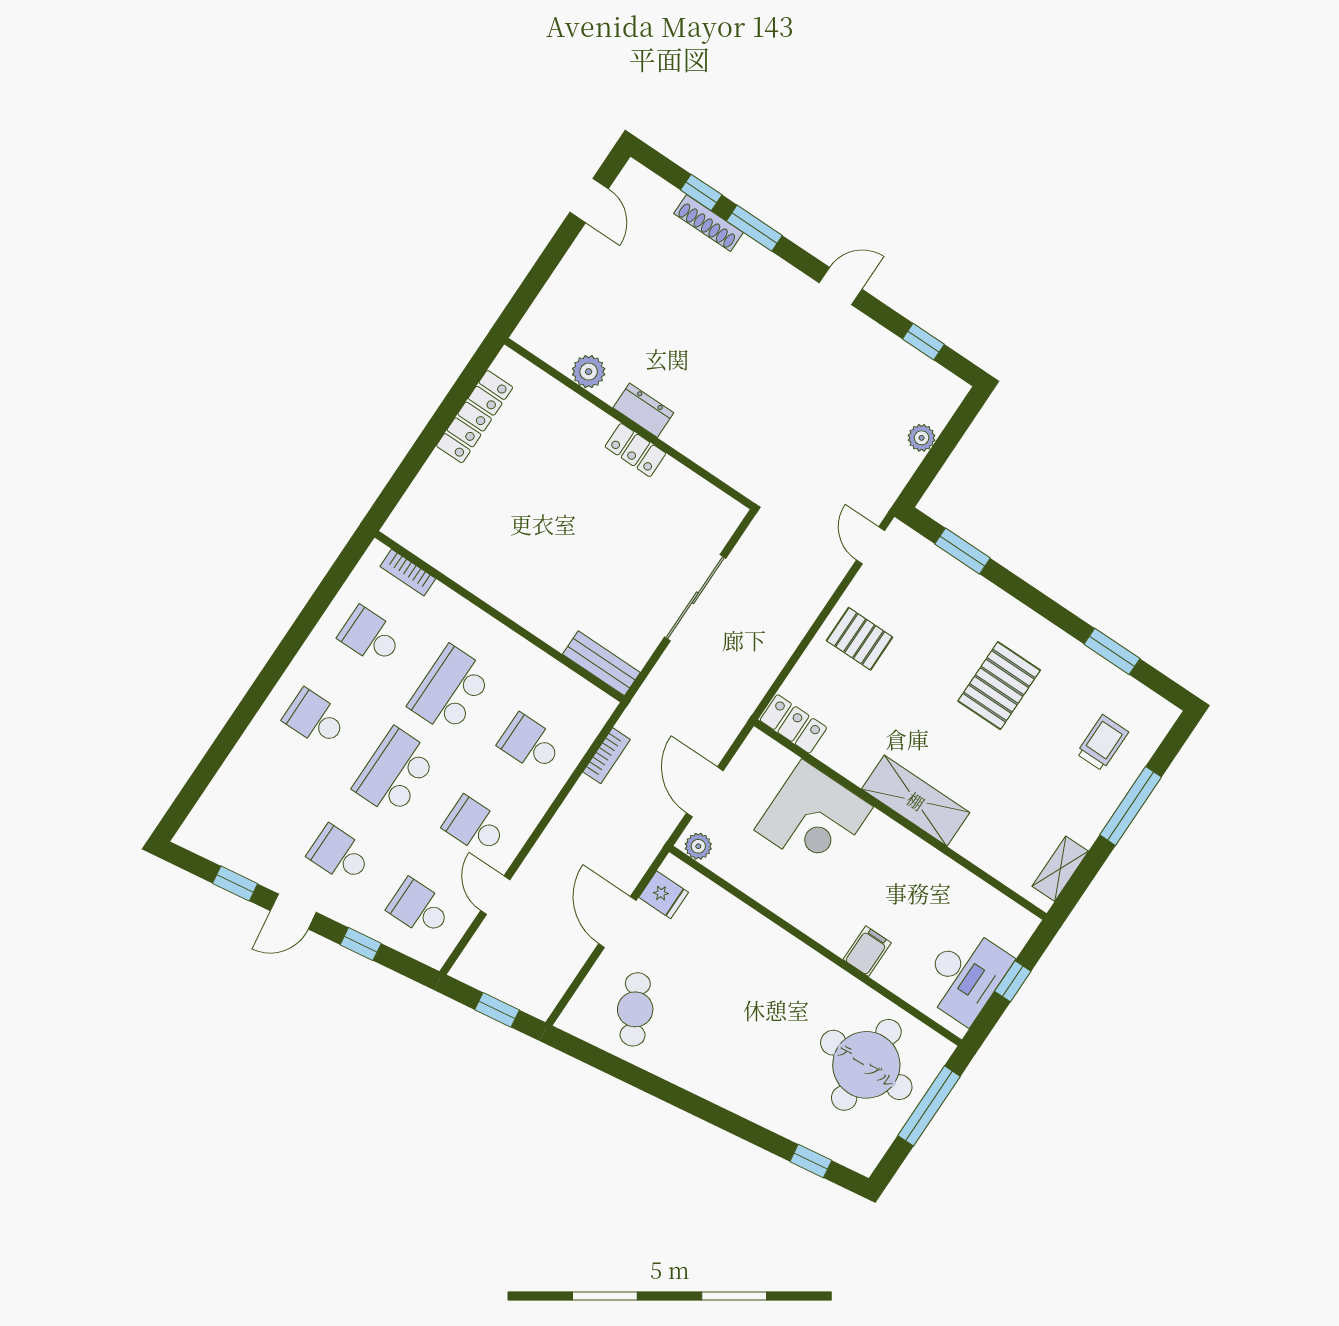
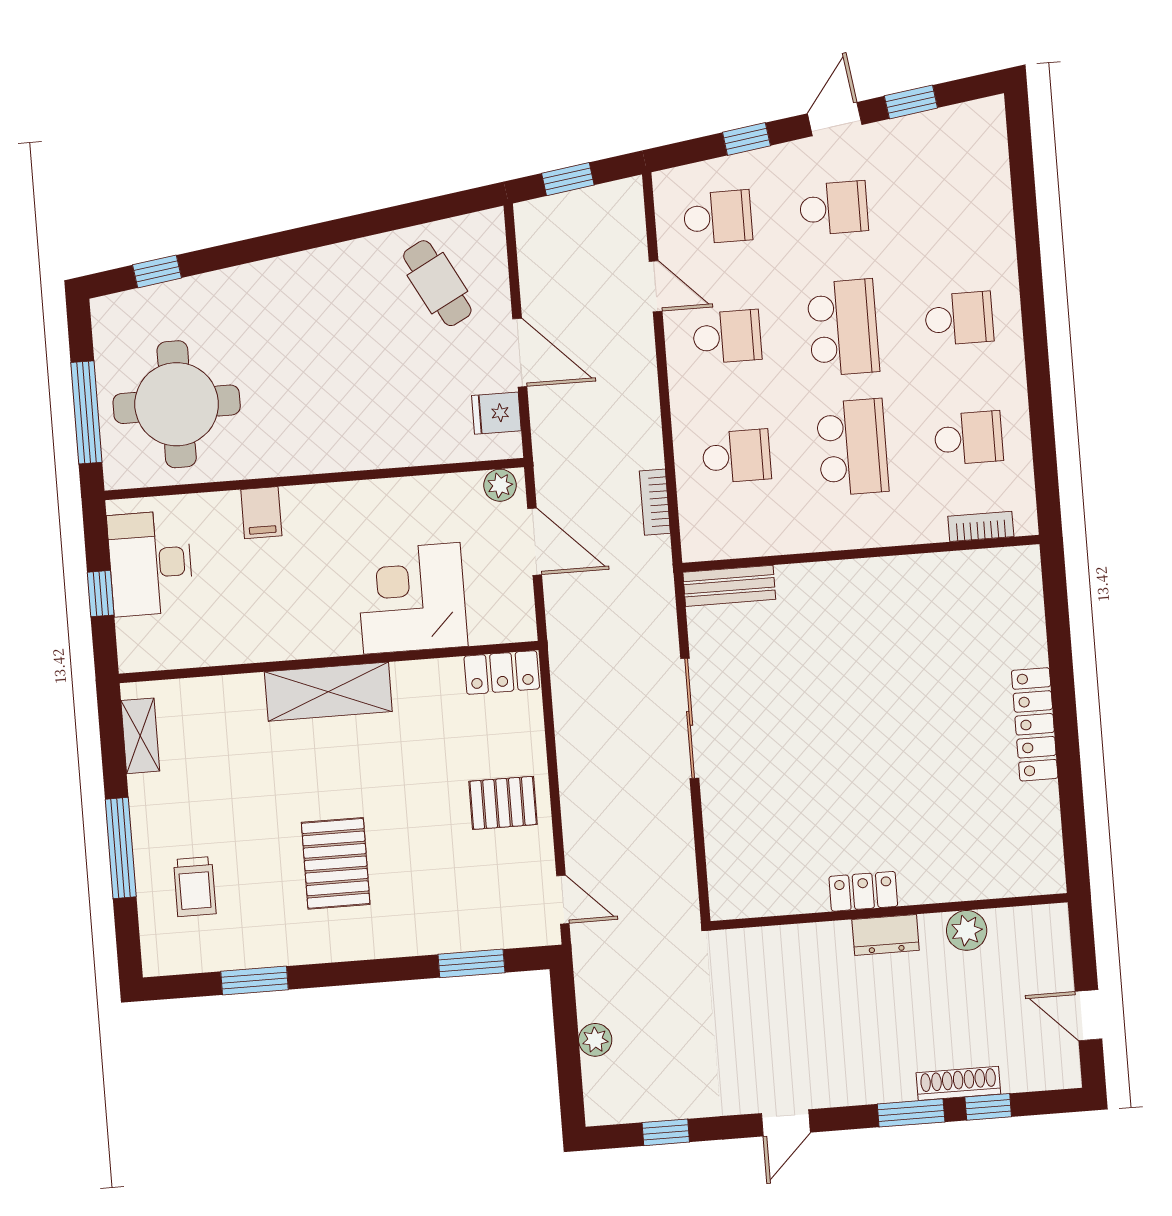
plant: (589, 372) -> (967, 930), moved
dresser: (643, 410) -> (886, 935), moved
wall: (629, 424) -> (889, 912), moved
locker: (635, 450) -> (863, 891), moved

